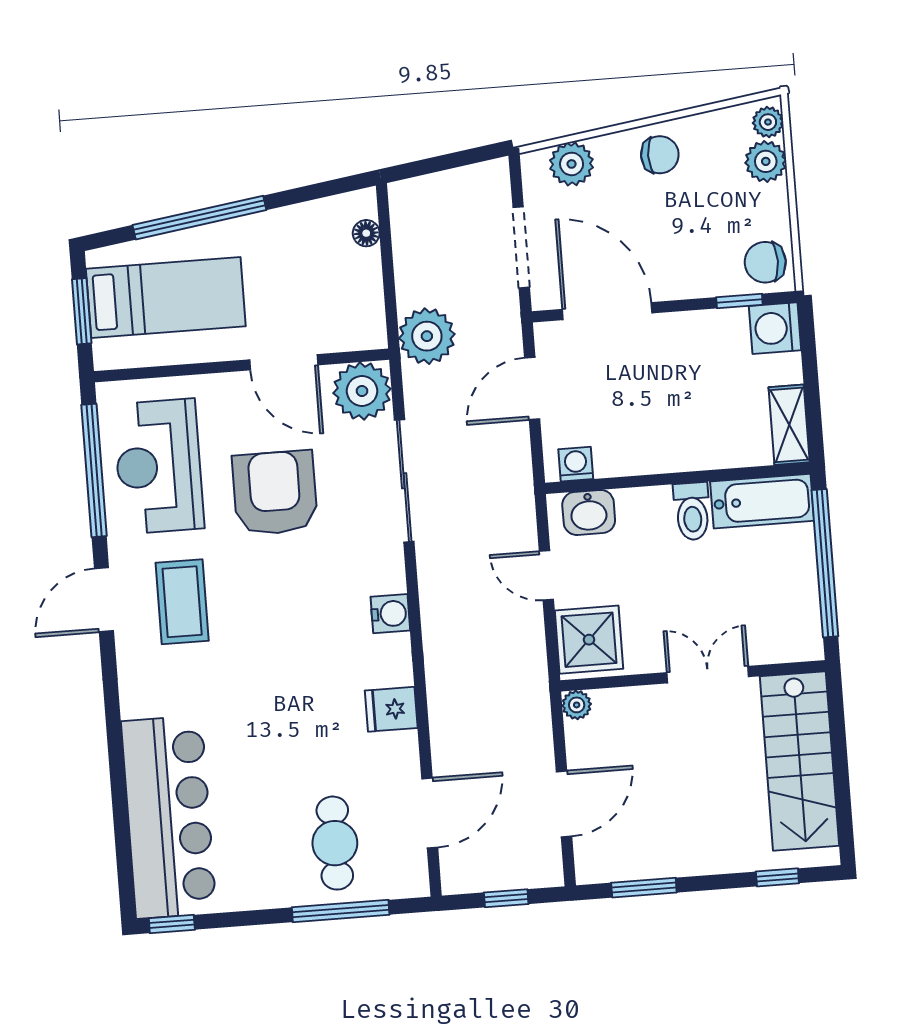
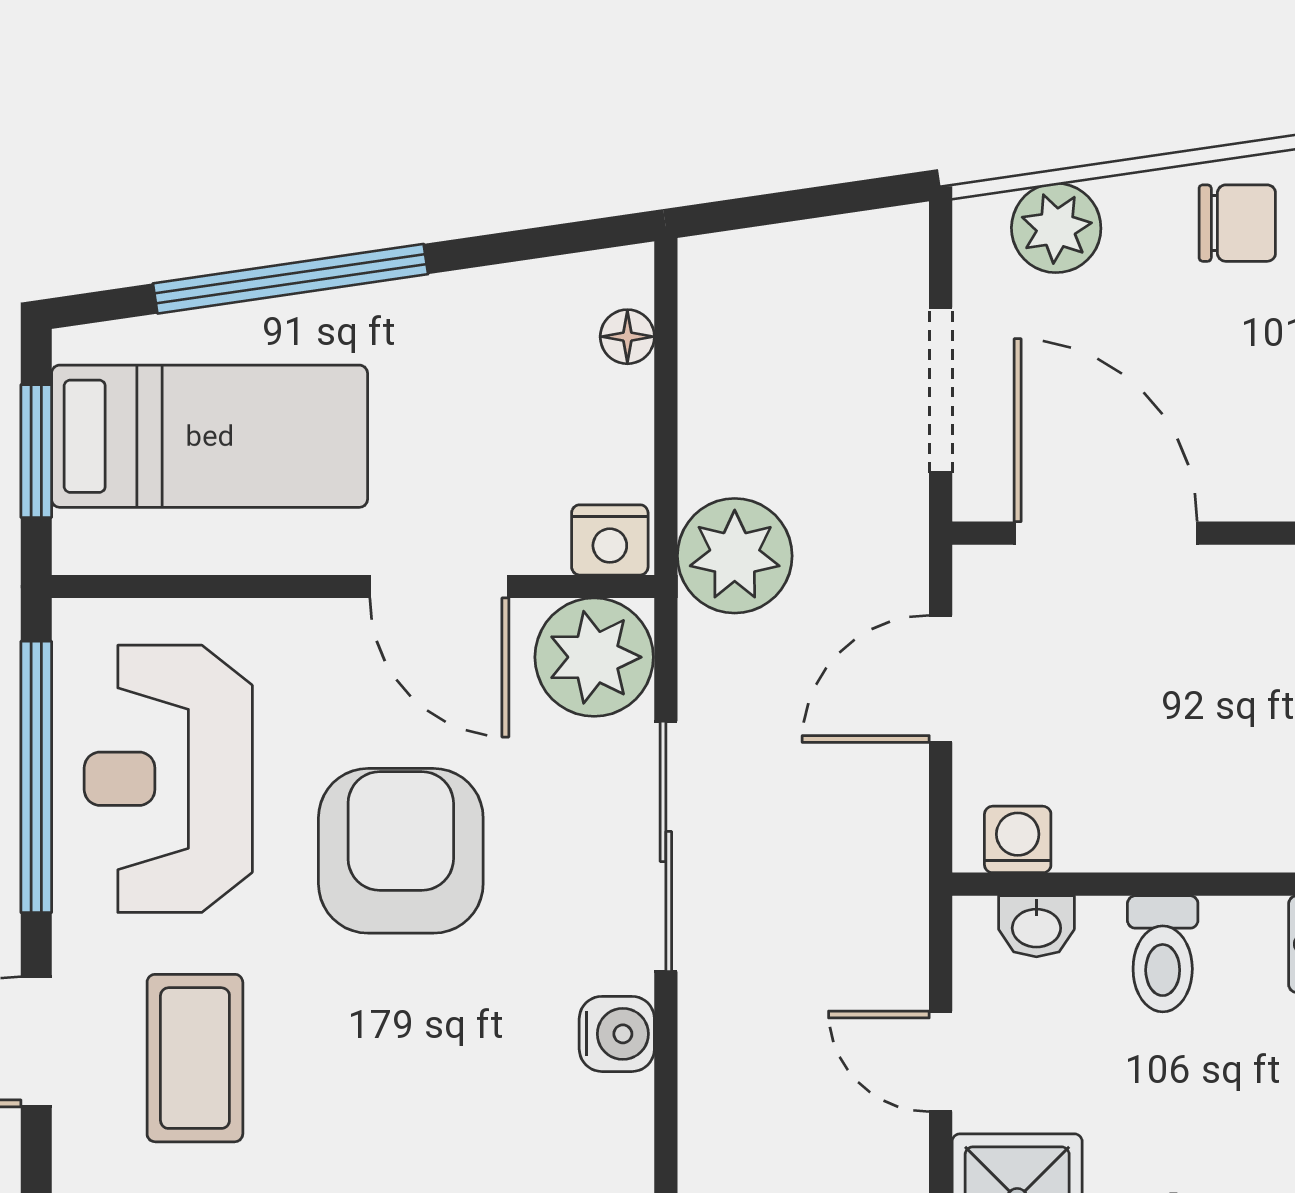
nightstand: (365, 333) -> (610, 540), added
toilet: (692, 511) -> (1163, 954), moved
washbasin: (589, 512) -> (1036, 926), width x0.72, depth x0.69
water cooler: (390, 614) -> (617, 1034), moved

